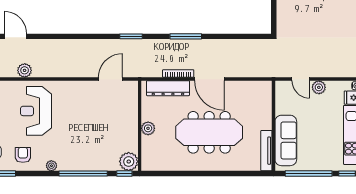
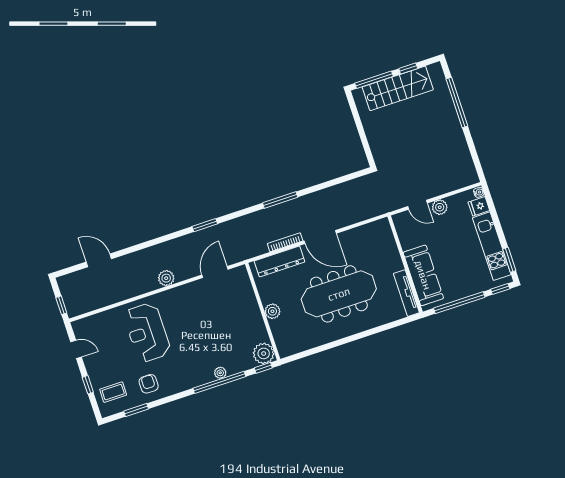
window: (131, 36) -> (205, 225), moved
plant: (25, 70) -> (166, 278), moved
plant: (51, 166) -> (220, 373), moved

